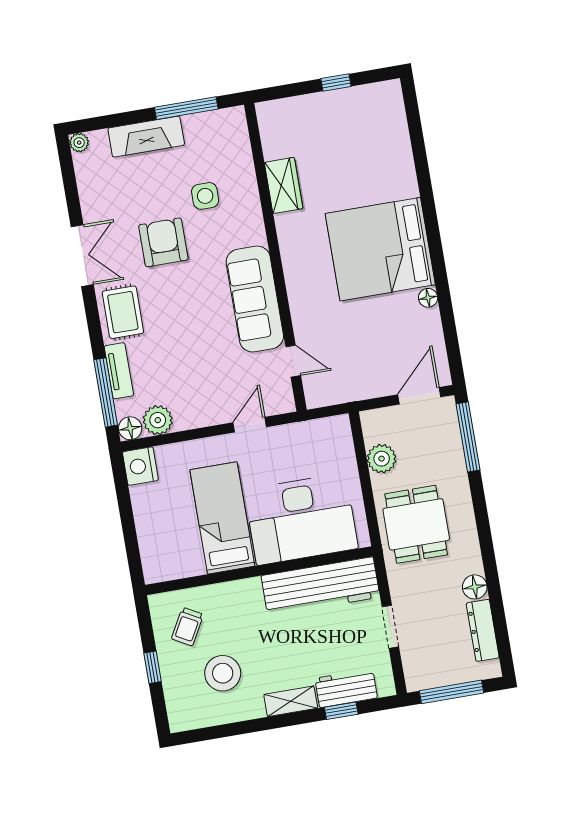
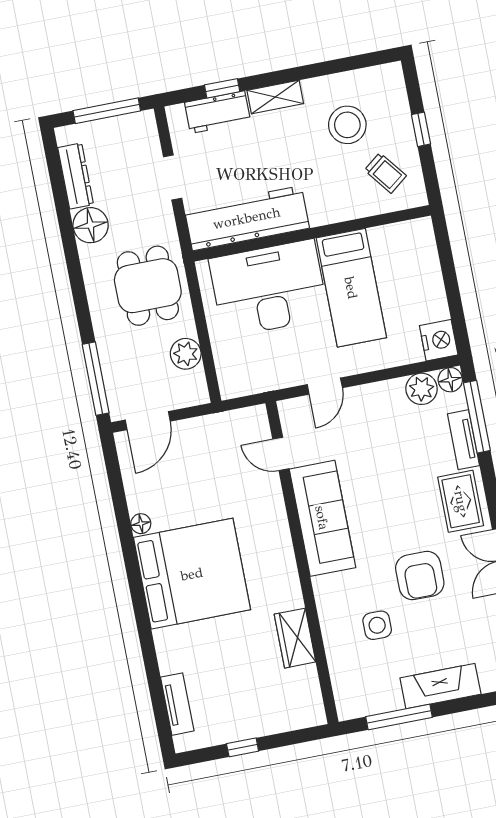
tv unit: (397, 125) -> (177, 704), added
floor lamp: (475, 587) -> (91, 225), width x1.38, depth x1.38
trolley: (187, 627) -> (385, 173), turned 113

